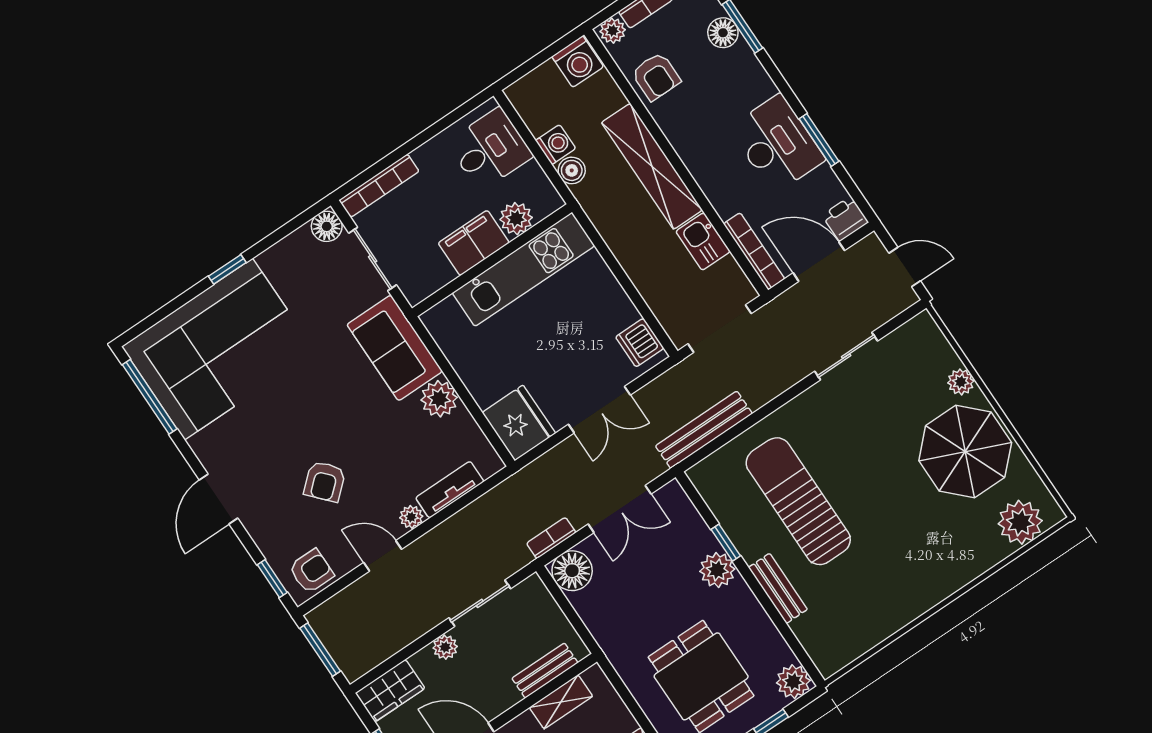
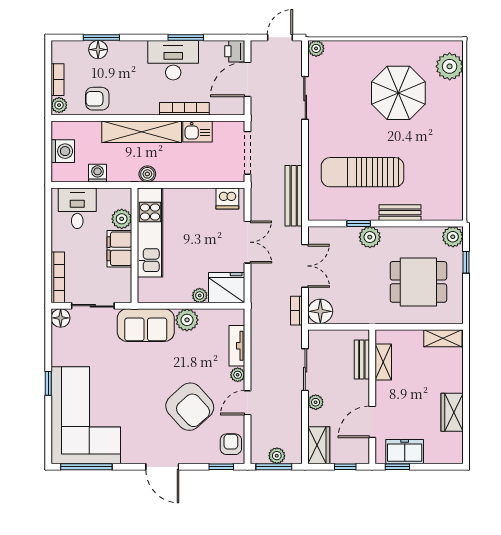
washing machine: (578, 62) -> (63, 151), moved
armchair: (656, 76) -> (97, 99), turned 180
boiler: (572, 170) -> (147, 174), moved
bookcase: (754, 251) -> (184, 109), moved
plant: (961, 382) -> (316, 48), moved
plant: (484, 394) -> (200, 295), added
parasol: (965, 452) -> (398, 93), moved
armchair: (325, 481) -> (190, 407), width x1.88, depth x1.88
plant: (338, 643) -> (277, 456), added

